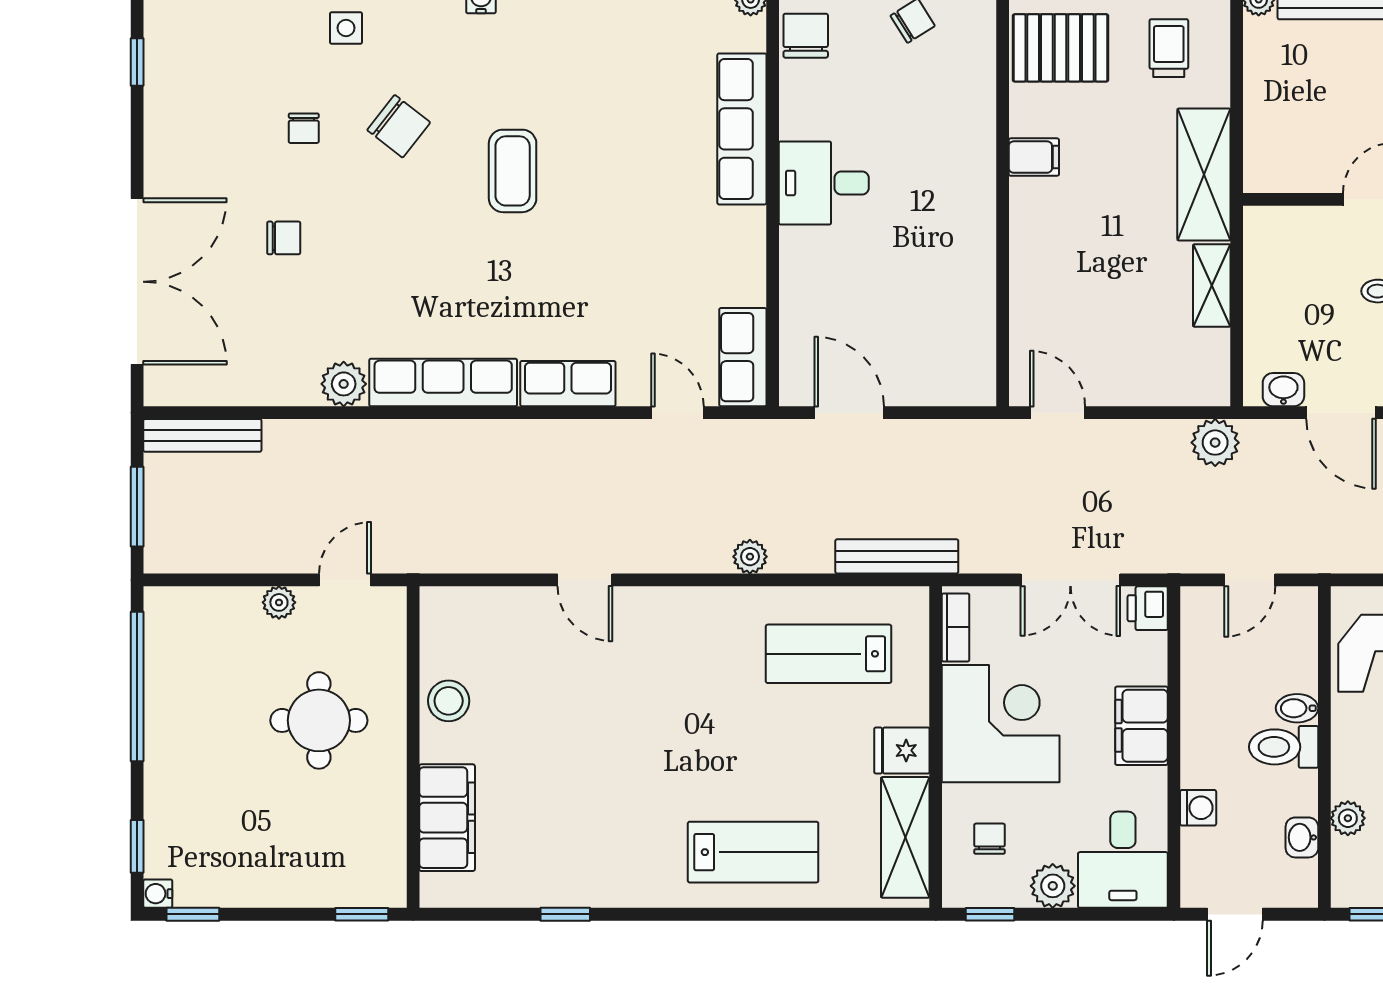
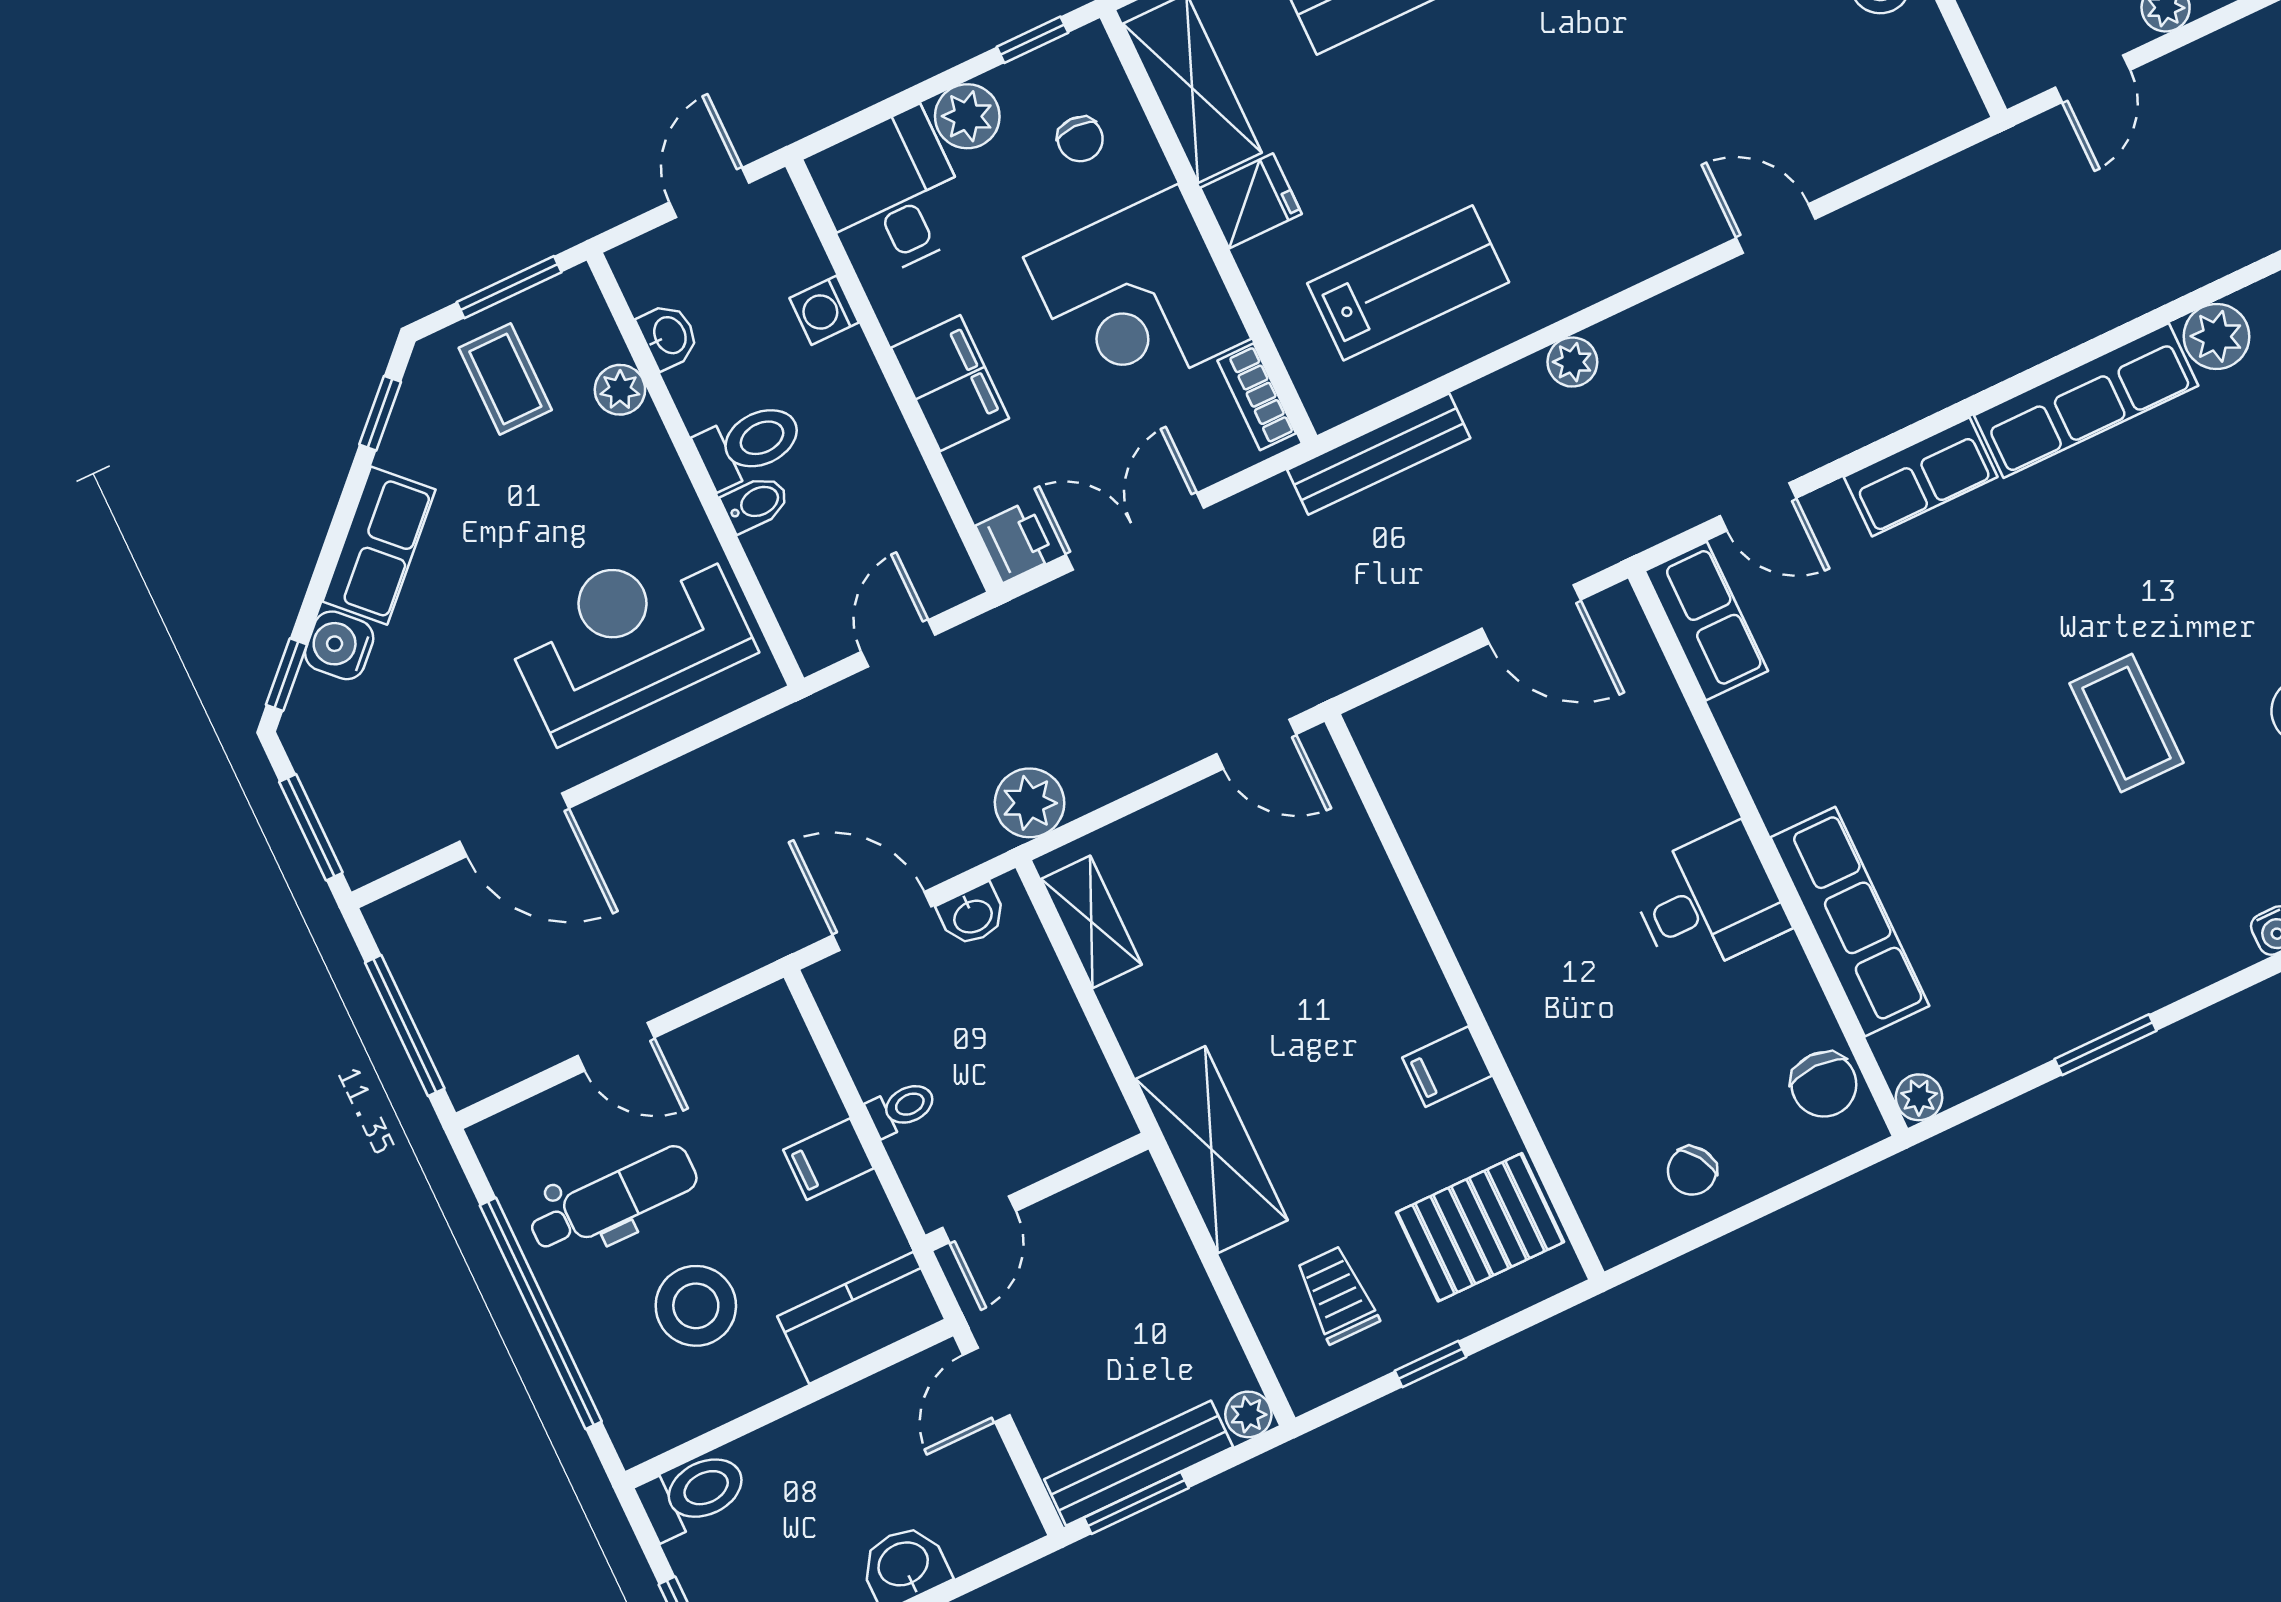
trolley: (1169, 48) -> (1337, 1295), turned 180
shelving: (1212, 285) -> (1091, 922), moved

